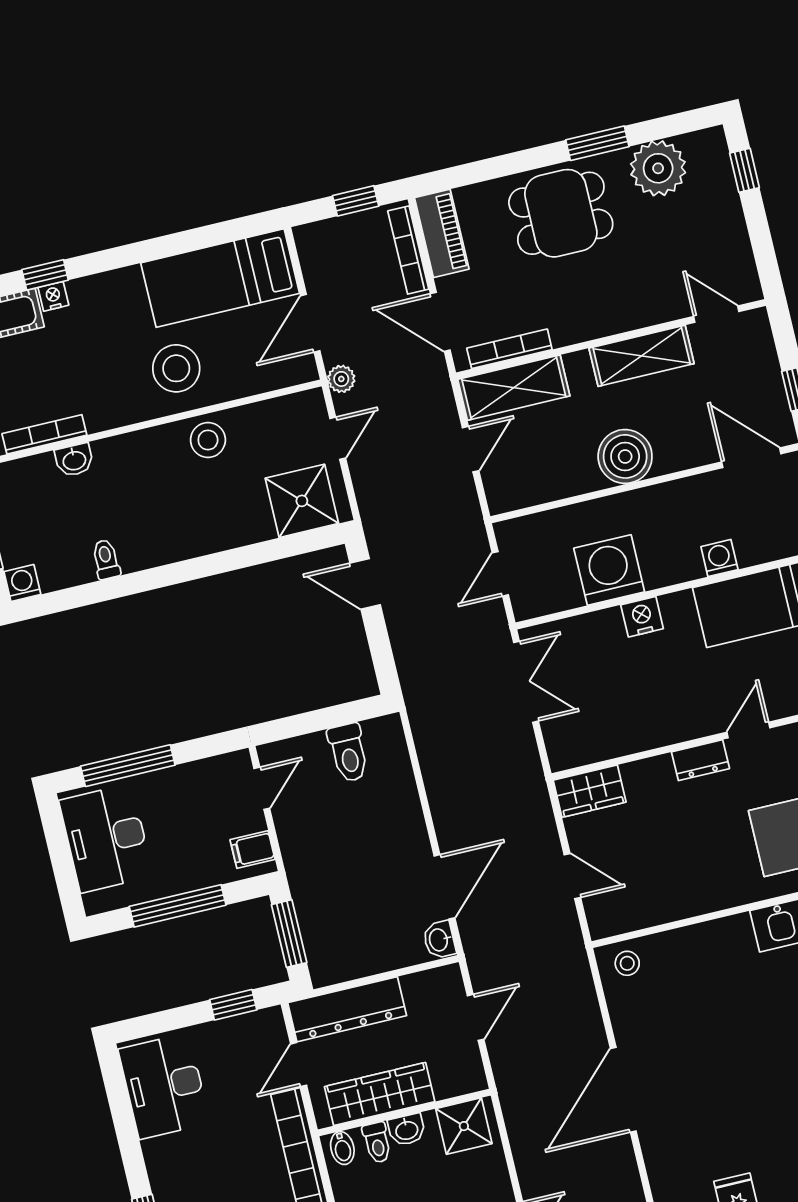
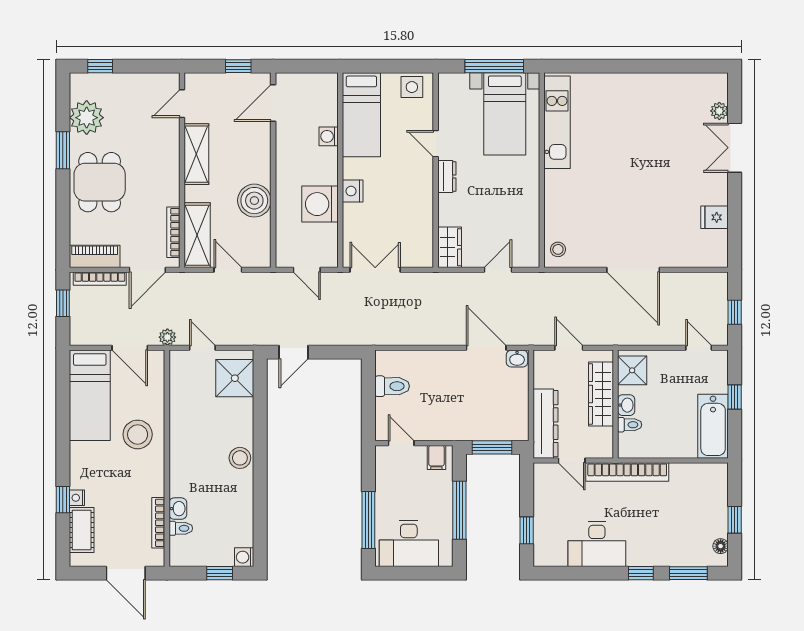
stool: (208, 440) -> (240, 458), moved
boiler: (625, 456) -> (254, 201), moved
toilet: (106, 559) -> (181, 528), moved, turned 180
window: (233, 1005) -> (527, 530), moved
desk: (164, 1086) -> (597, 544), moved
wardrobe: (380, 1094) -> (601, 394), moved
bidet: (342, 1148) -> (628, 446), removed

